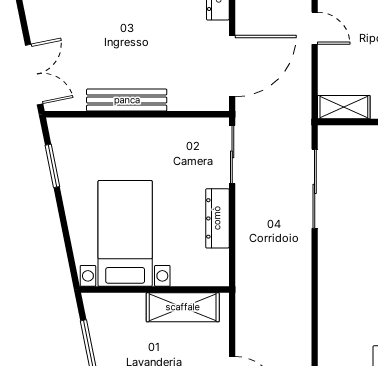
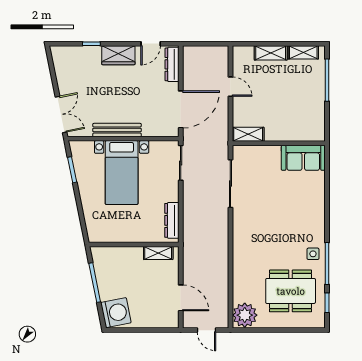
dresser: (217, 218) -> (172, 220), moved
bed with nightstands: (125, 233) -> (122, 173), moved, turned 180
shelving: (183, 307) -> (158, 253), width x0.67, depth x0.75

